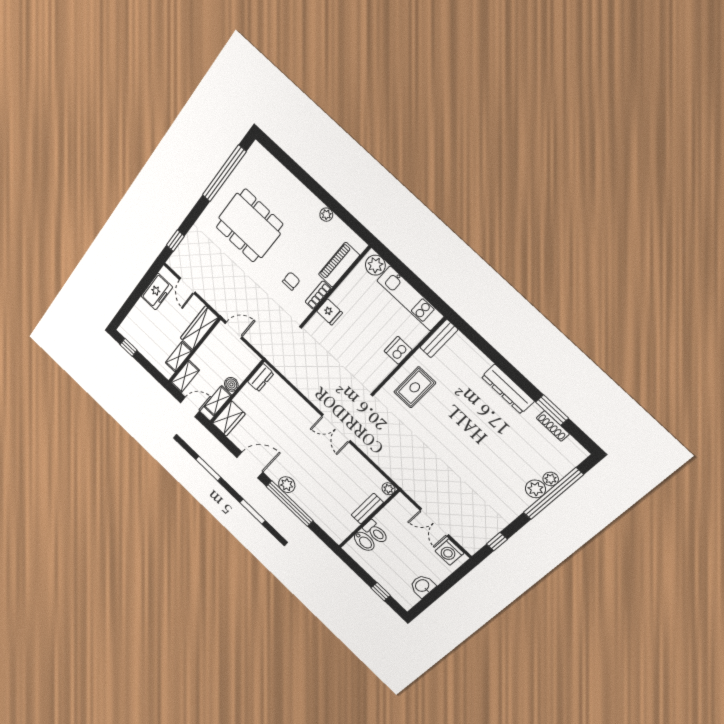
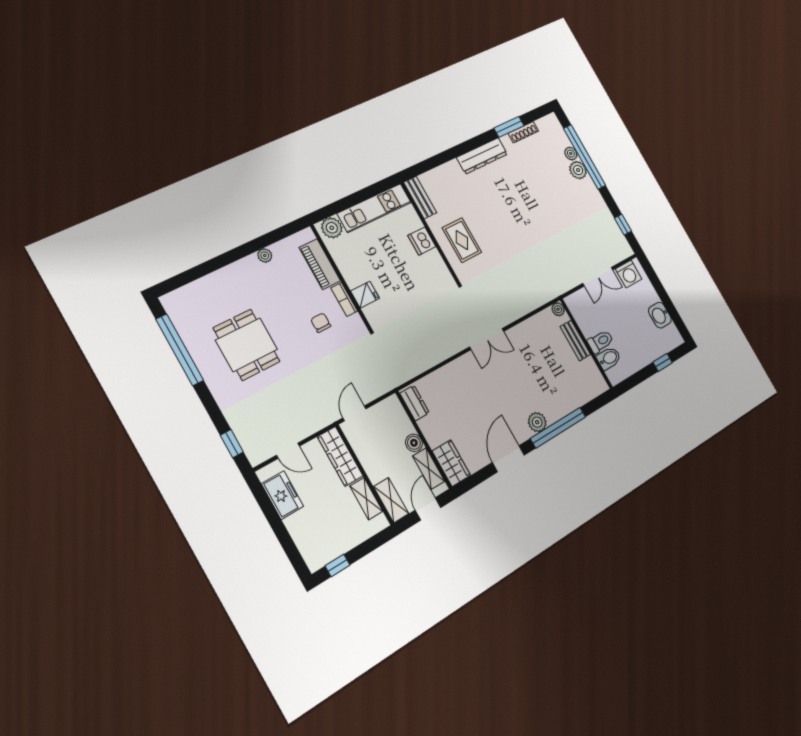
dining table: (249, 226) -> (247, 345), width x0.73

